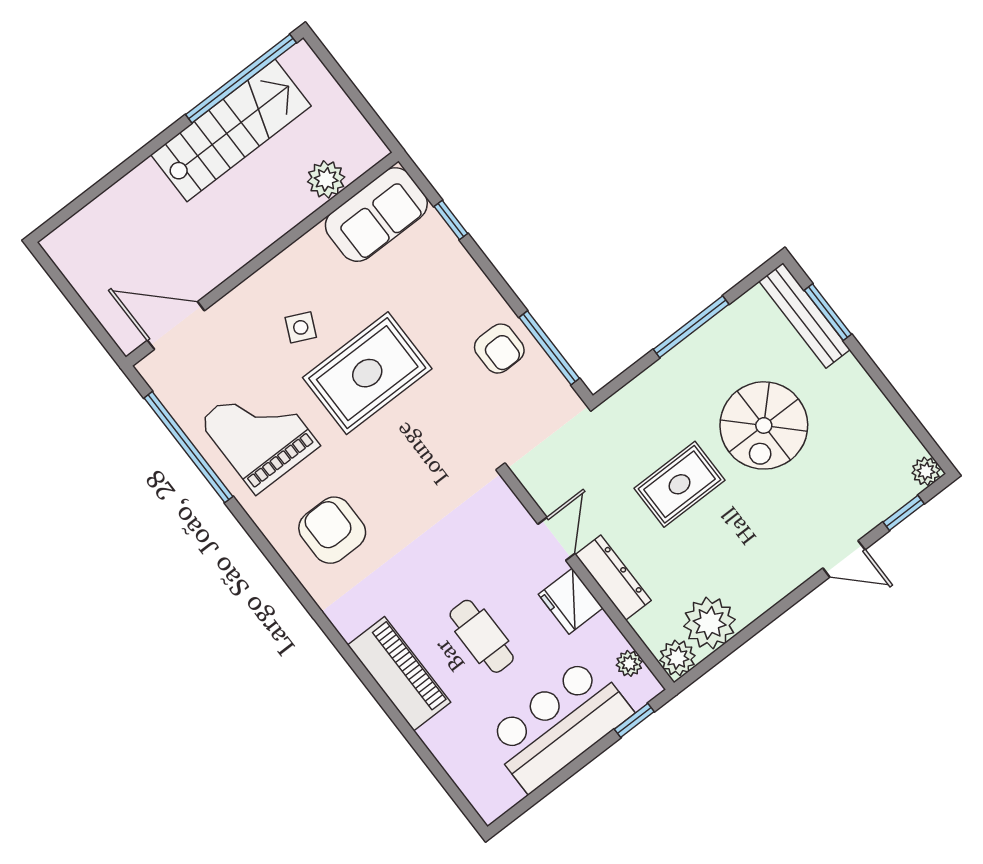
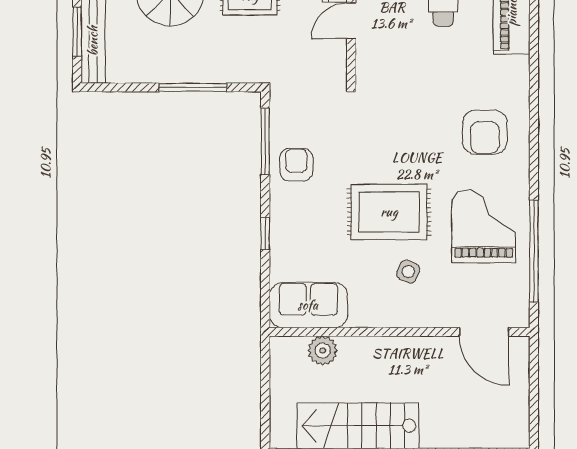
window: (451, 220) -> (265, 233), moved
window: (691, 327) -> (193, 87), moved
grand piano: (259, 433) -> (484, 226), turned 180

